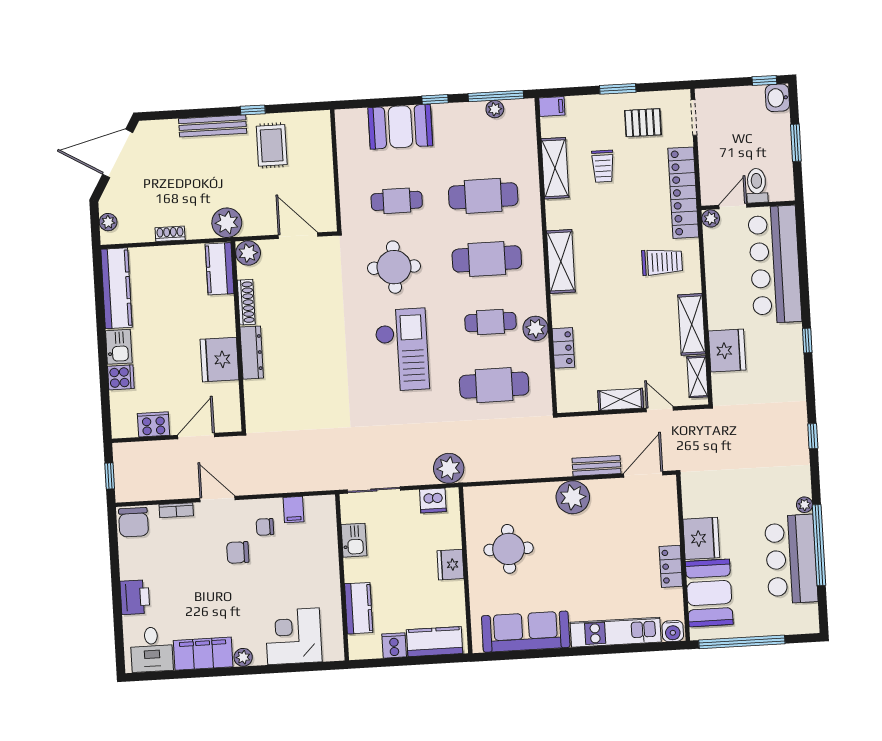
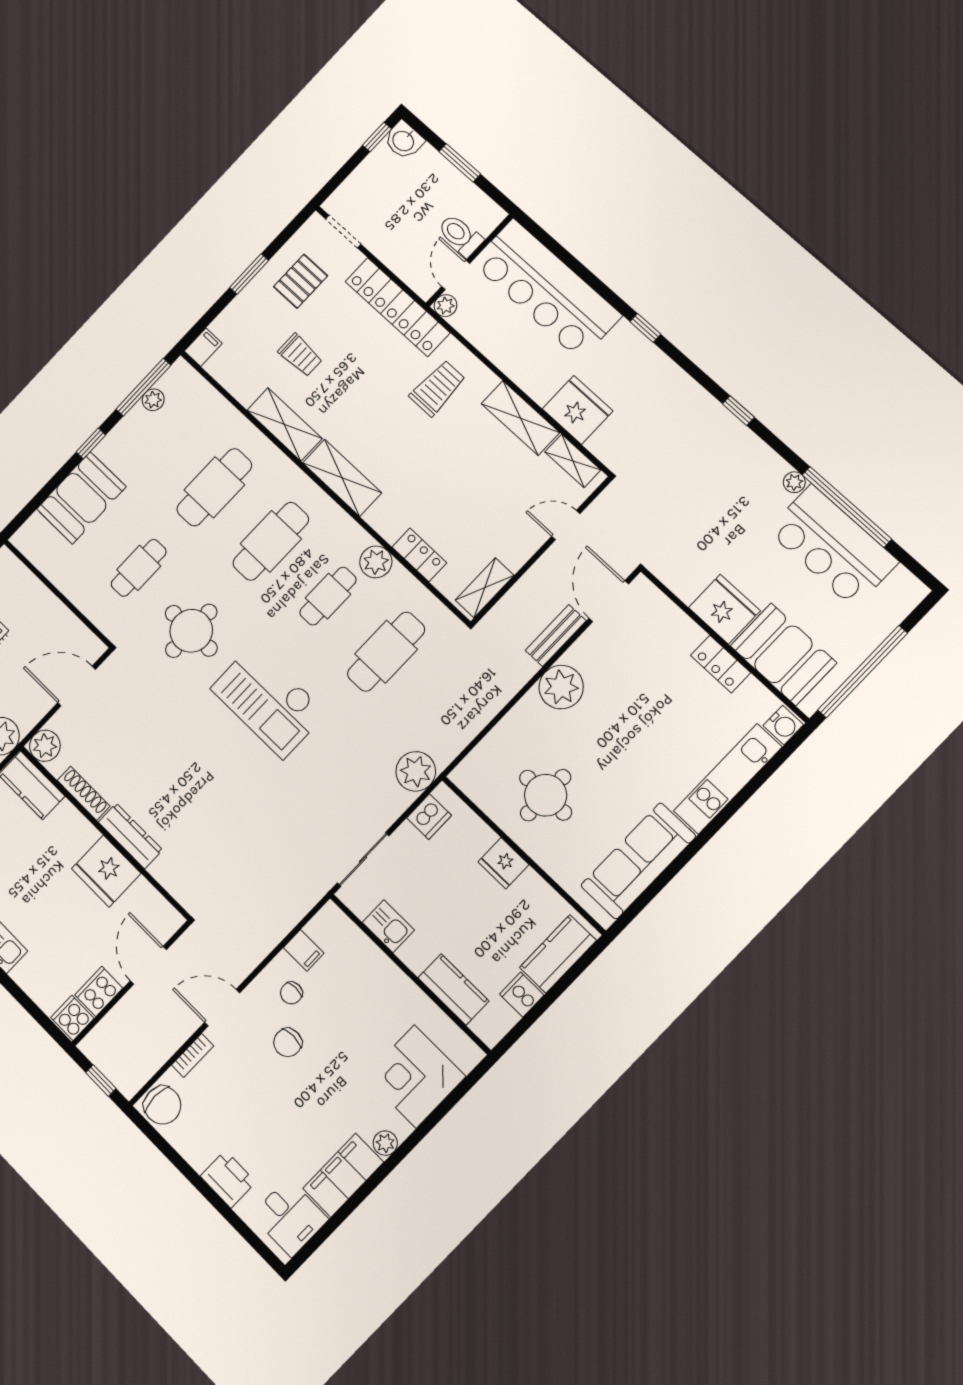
shelving: (555, 168) -> (284, 424), moved
checkout: (402, 350) -> (269, 701), turned 180
cooker: (121, 377) -> (72, 1018), moved, turned -90
shelving: (621, 399) -> (485, 588), moved

